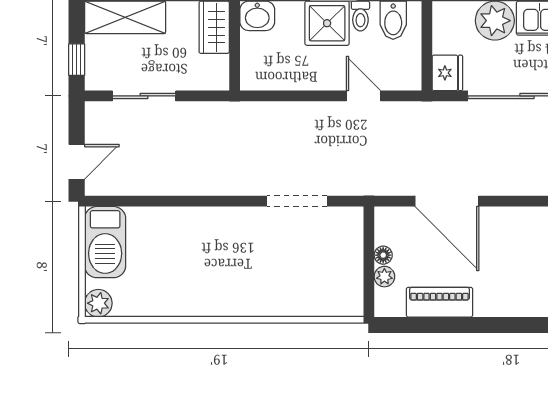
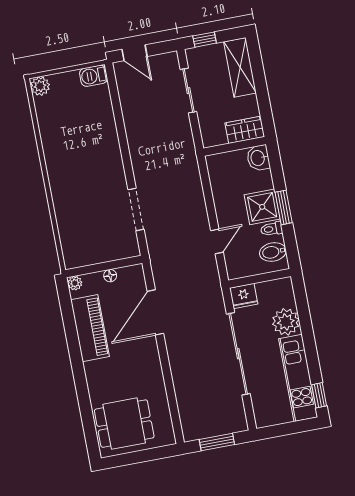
barbecue: (105, 242) -> (94, 76), width x0.53, depth x0.65
plant: (384, 277) -> (75, 283), moved
piano: (439, 302) -> (90, 328), width x1.37, depth x1.33

